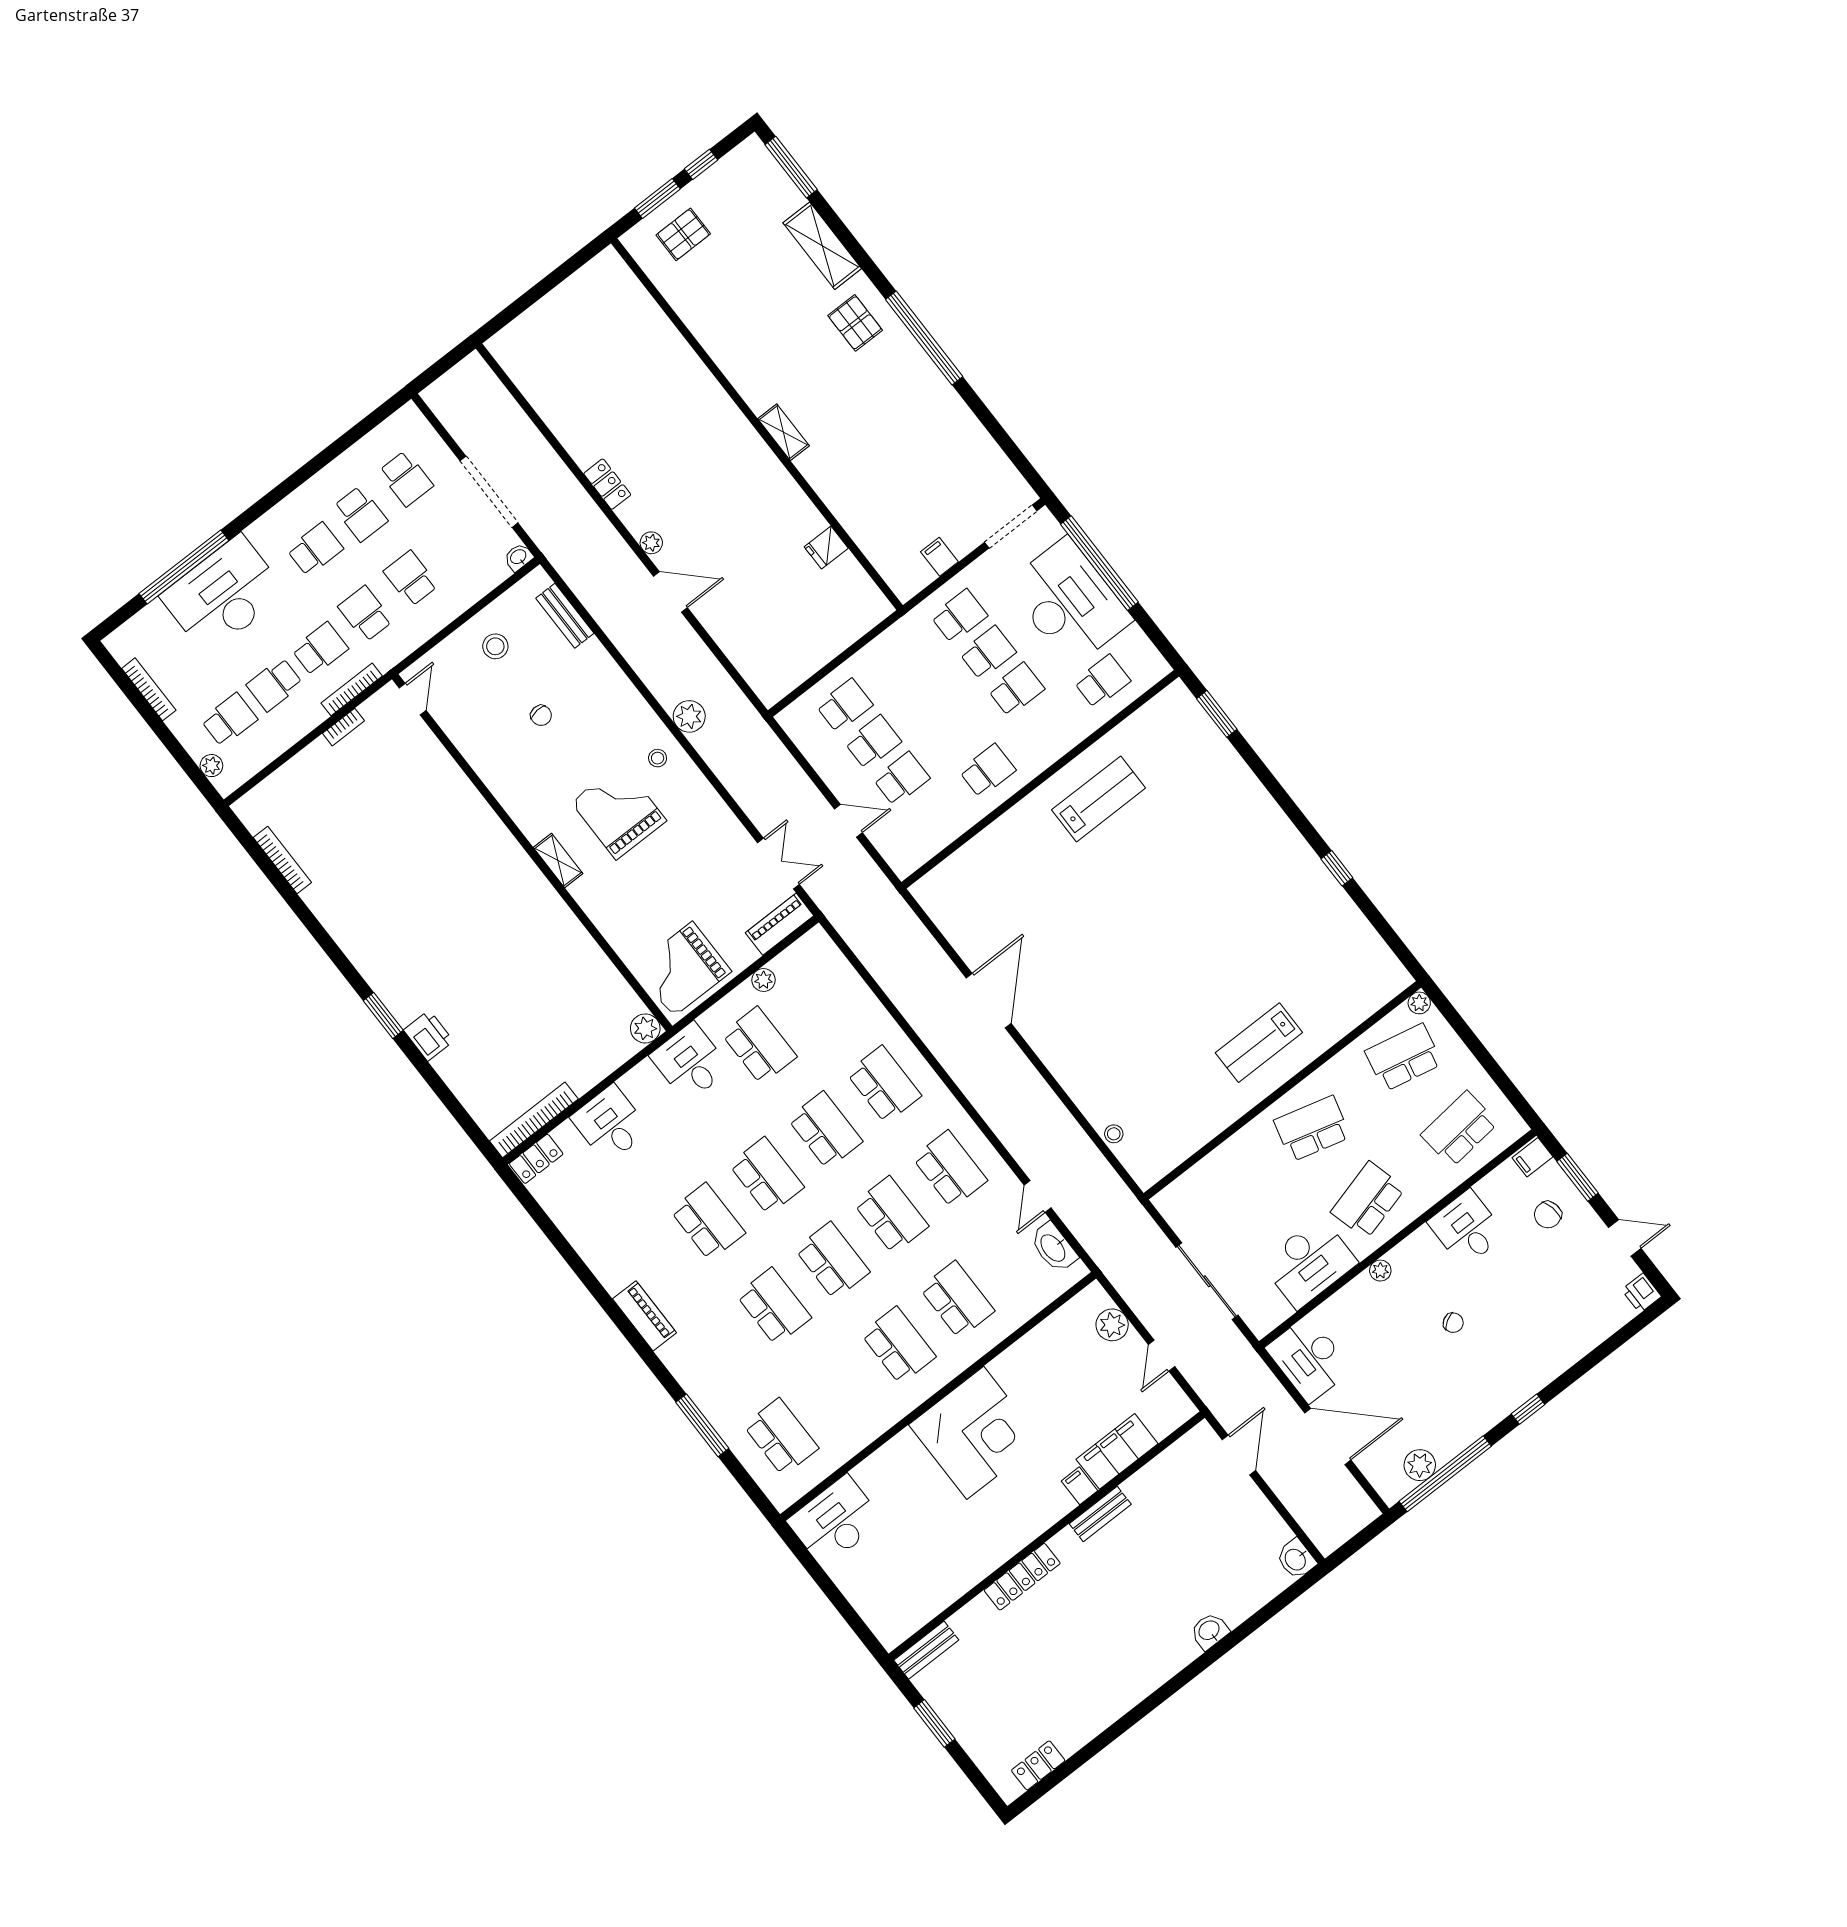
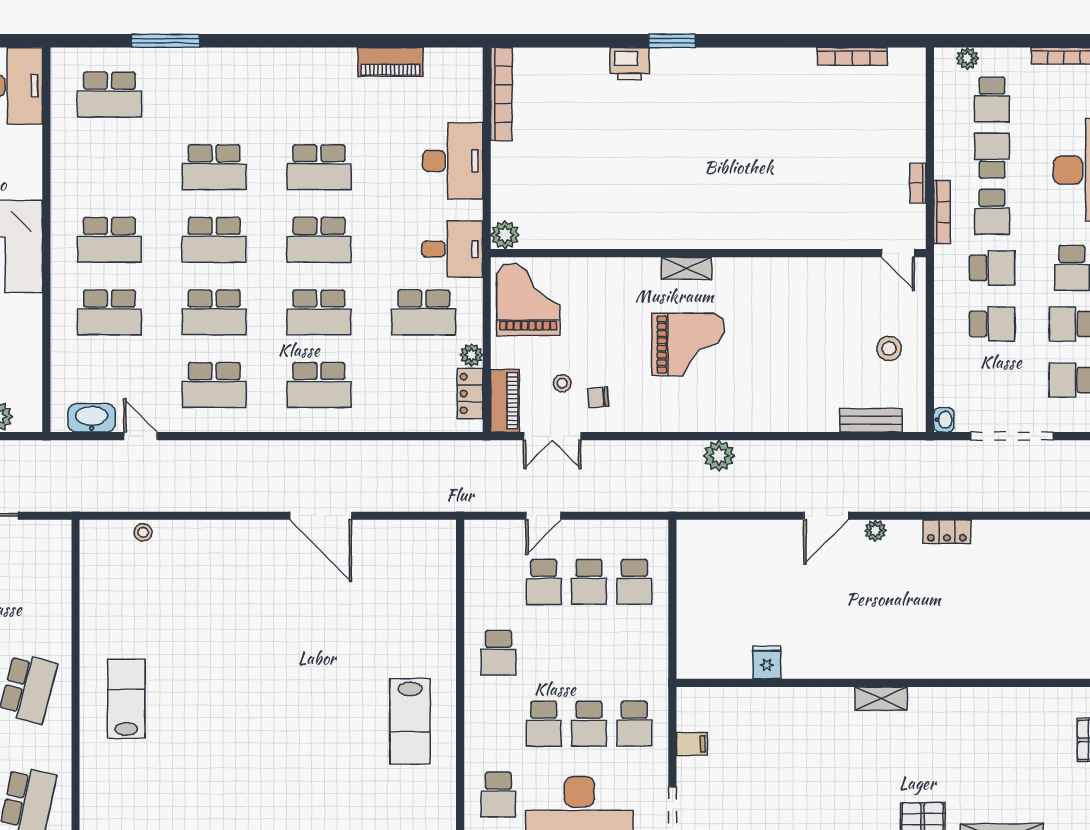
chair: (541, 715) -> (598, 397), moved
stool: (658, 758) -> (562, 383), moved
desk: (610, 1124) -> (453, 161), width x1.37
locker: (536, 1159) -> (470, 393), moved
piano: (644, 1316) -> (390, 62), moved

